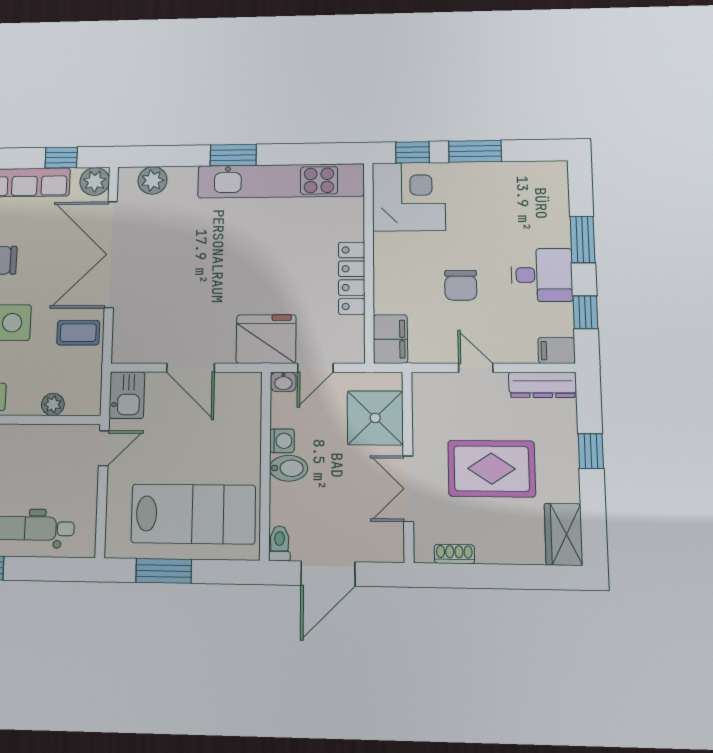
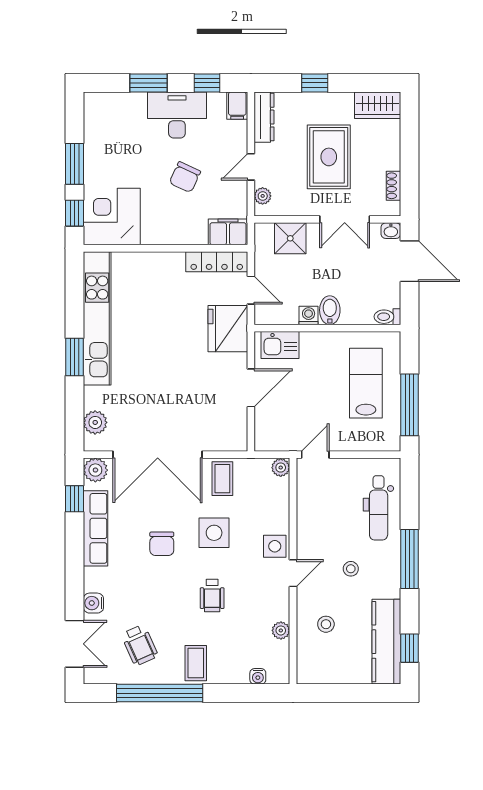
desk: (542, 275) -> (177, 115), width x1.37
locker: (352, 278) -> (217, 262), moved
chair: (461, 285) -> (185, 177), turned 115
washbasin: (283, 382) -> (391, 231), moved, turned 90
plant: (438, 383) -> (263, 196), added
kitchen sink: (127, 395) -> (280, 345), moved, turned 180
plant: (53, 404) -> (281, 468), moved
shower: (375, 418) -> (290, 238), width x0.73, depth x0.73
door: (104, 448) -> (315, 455), hinge flipped
lab bench: (193, 514) -> (366, 383), width x0.73, depth x0.72
window: (164, 571) -> (409, 405), width x1.44
door: (328, 574) -> (409, 261), moved

